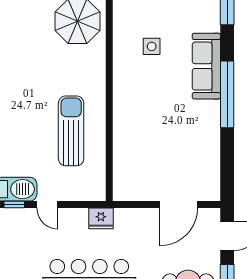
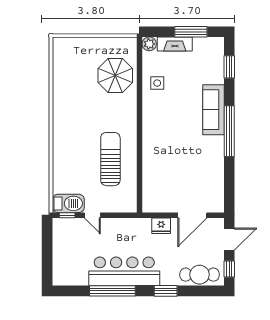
side table: (152, 46) -> (157, 83), moved
fridge: (101, 218) -> (161, 226), moved

